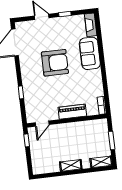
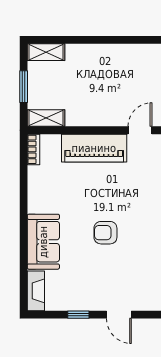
armchair: (55, 63) -> (105, 233), width x0.53, depth x0.53
piano: (72, 112) -> (94, 148), width x1.37, depth x1.33
shelving: (71, 165) -> (46, 118), moved

